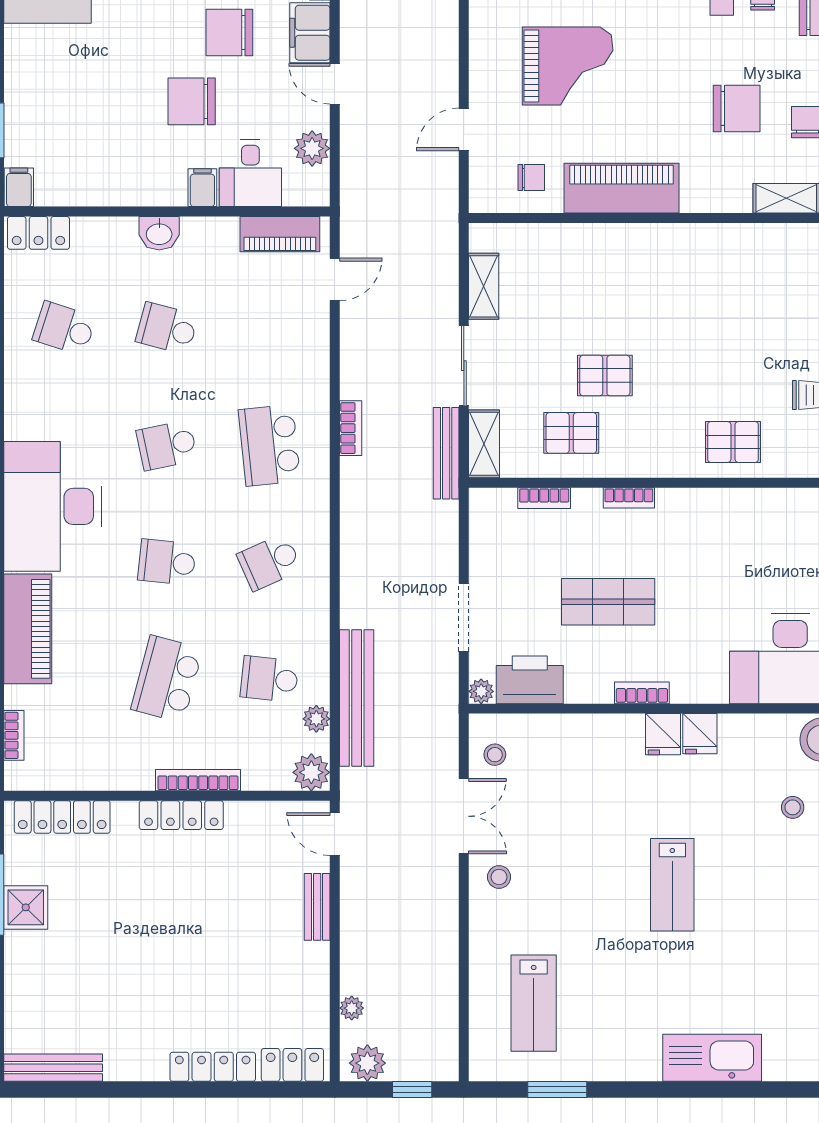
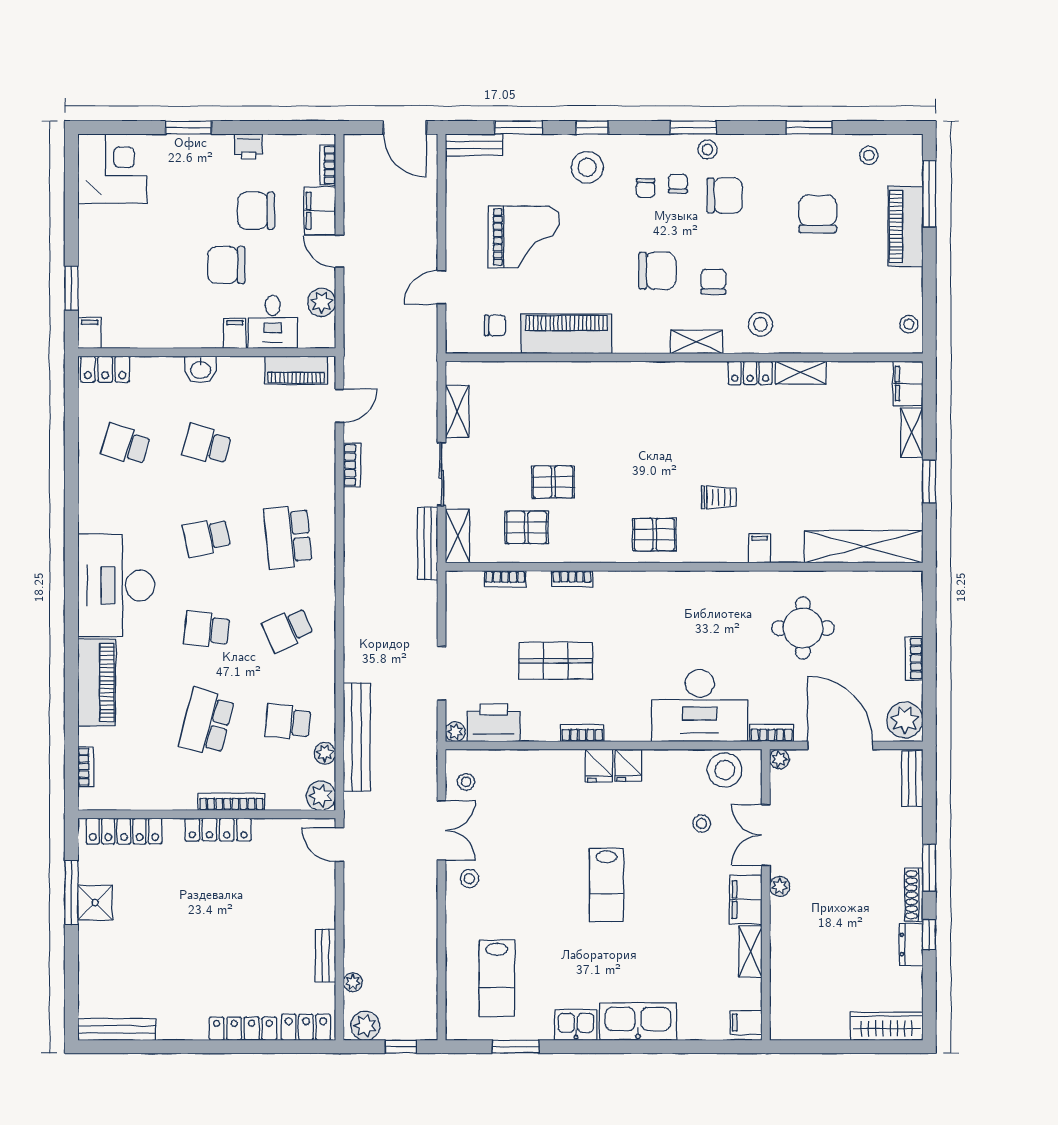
bookcase: (351, 428) -> (352, 465), moved
bench: (317, 907) -> (325, 956), moved
kitchen sink: (634, 1062) -> (576, 1025), added

